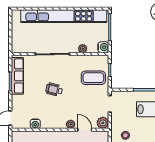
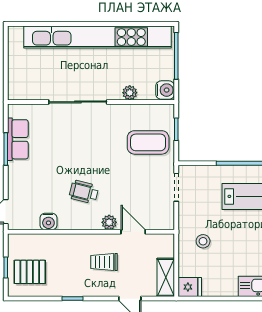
row of seats: (17, 76) -> (18, 139), width x0.68
wheelchair: (54, 90) -> (84, 192), moved
plant: (103, 123) -> (164, 220), removed

